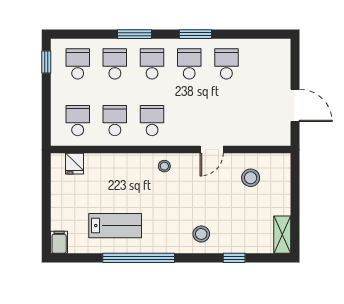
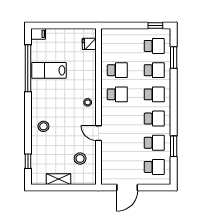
window: (134, 34) -> (174, 58), moved
window: (195, 34) -> (174, 146), moved
school desk: (78, 121) -> (154, 167), moved
lab bench: (115, 226) -> (49, 70), turned 90
shelving: (282, 235) -> (58, 179), moved
window: (139, 258) -> (28, 68), moved
window: (234, 258) -> (28, 161), moved

